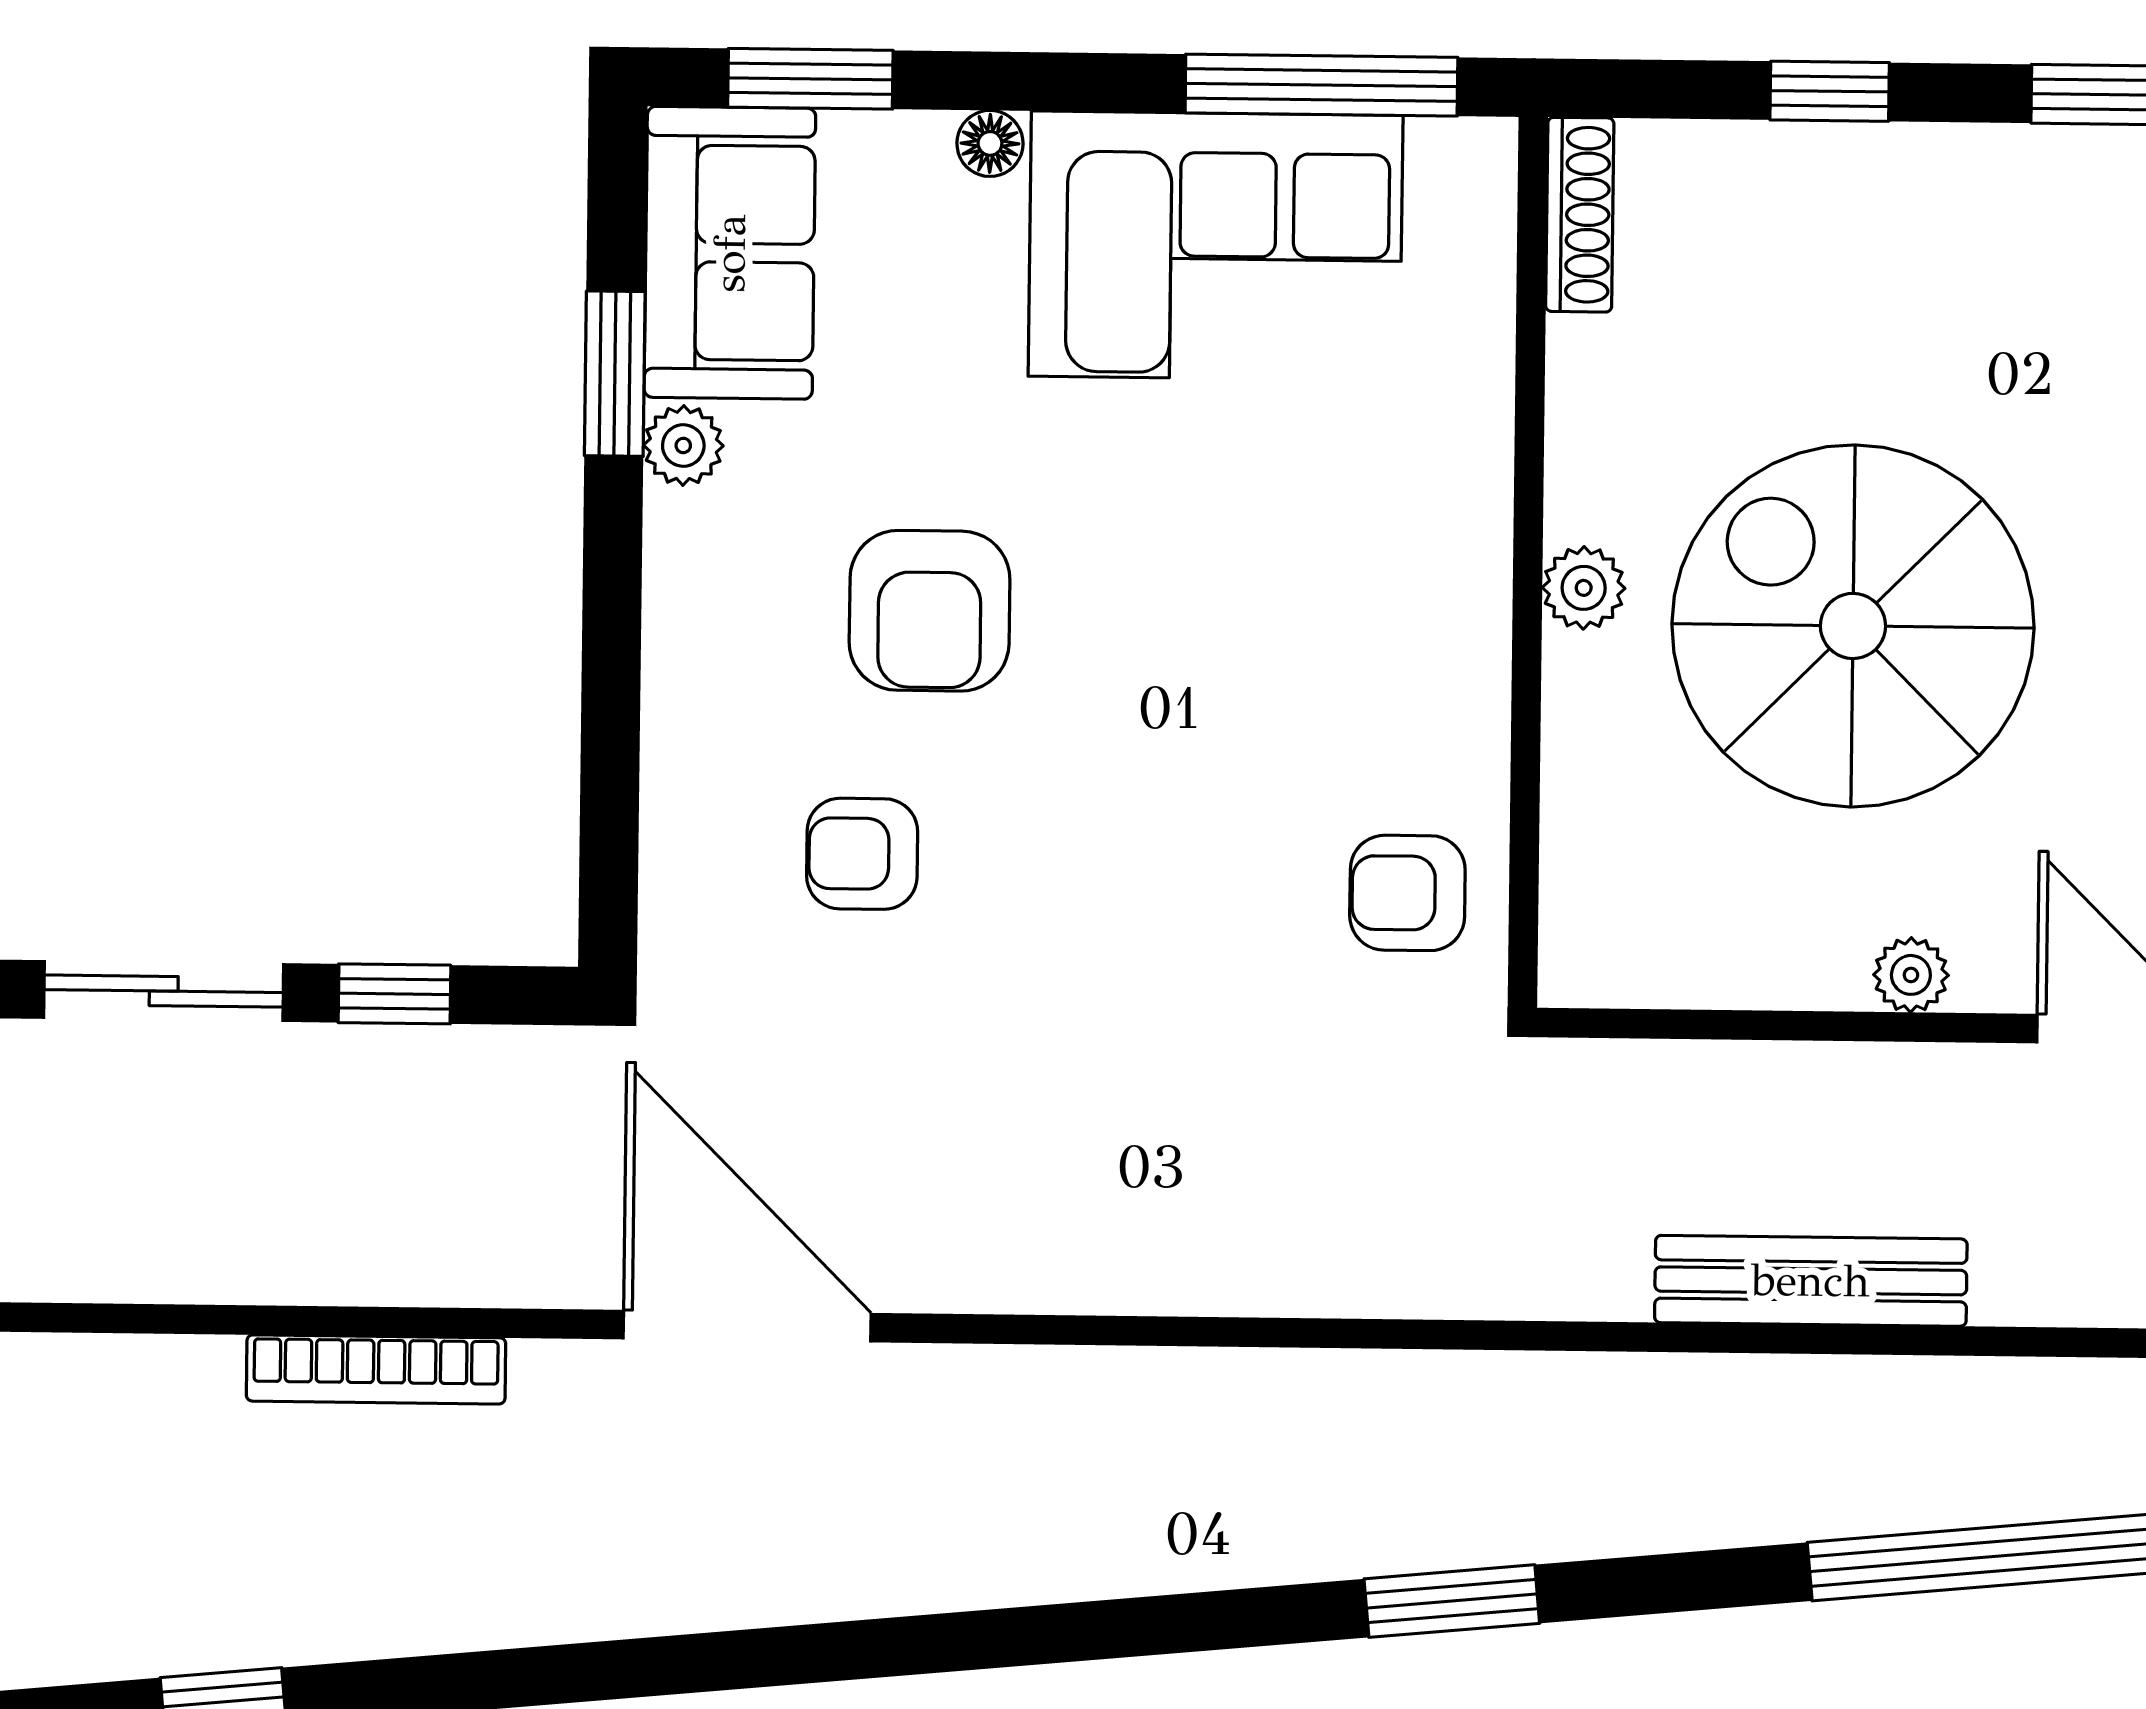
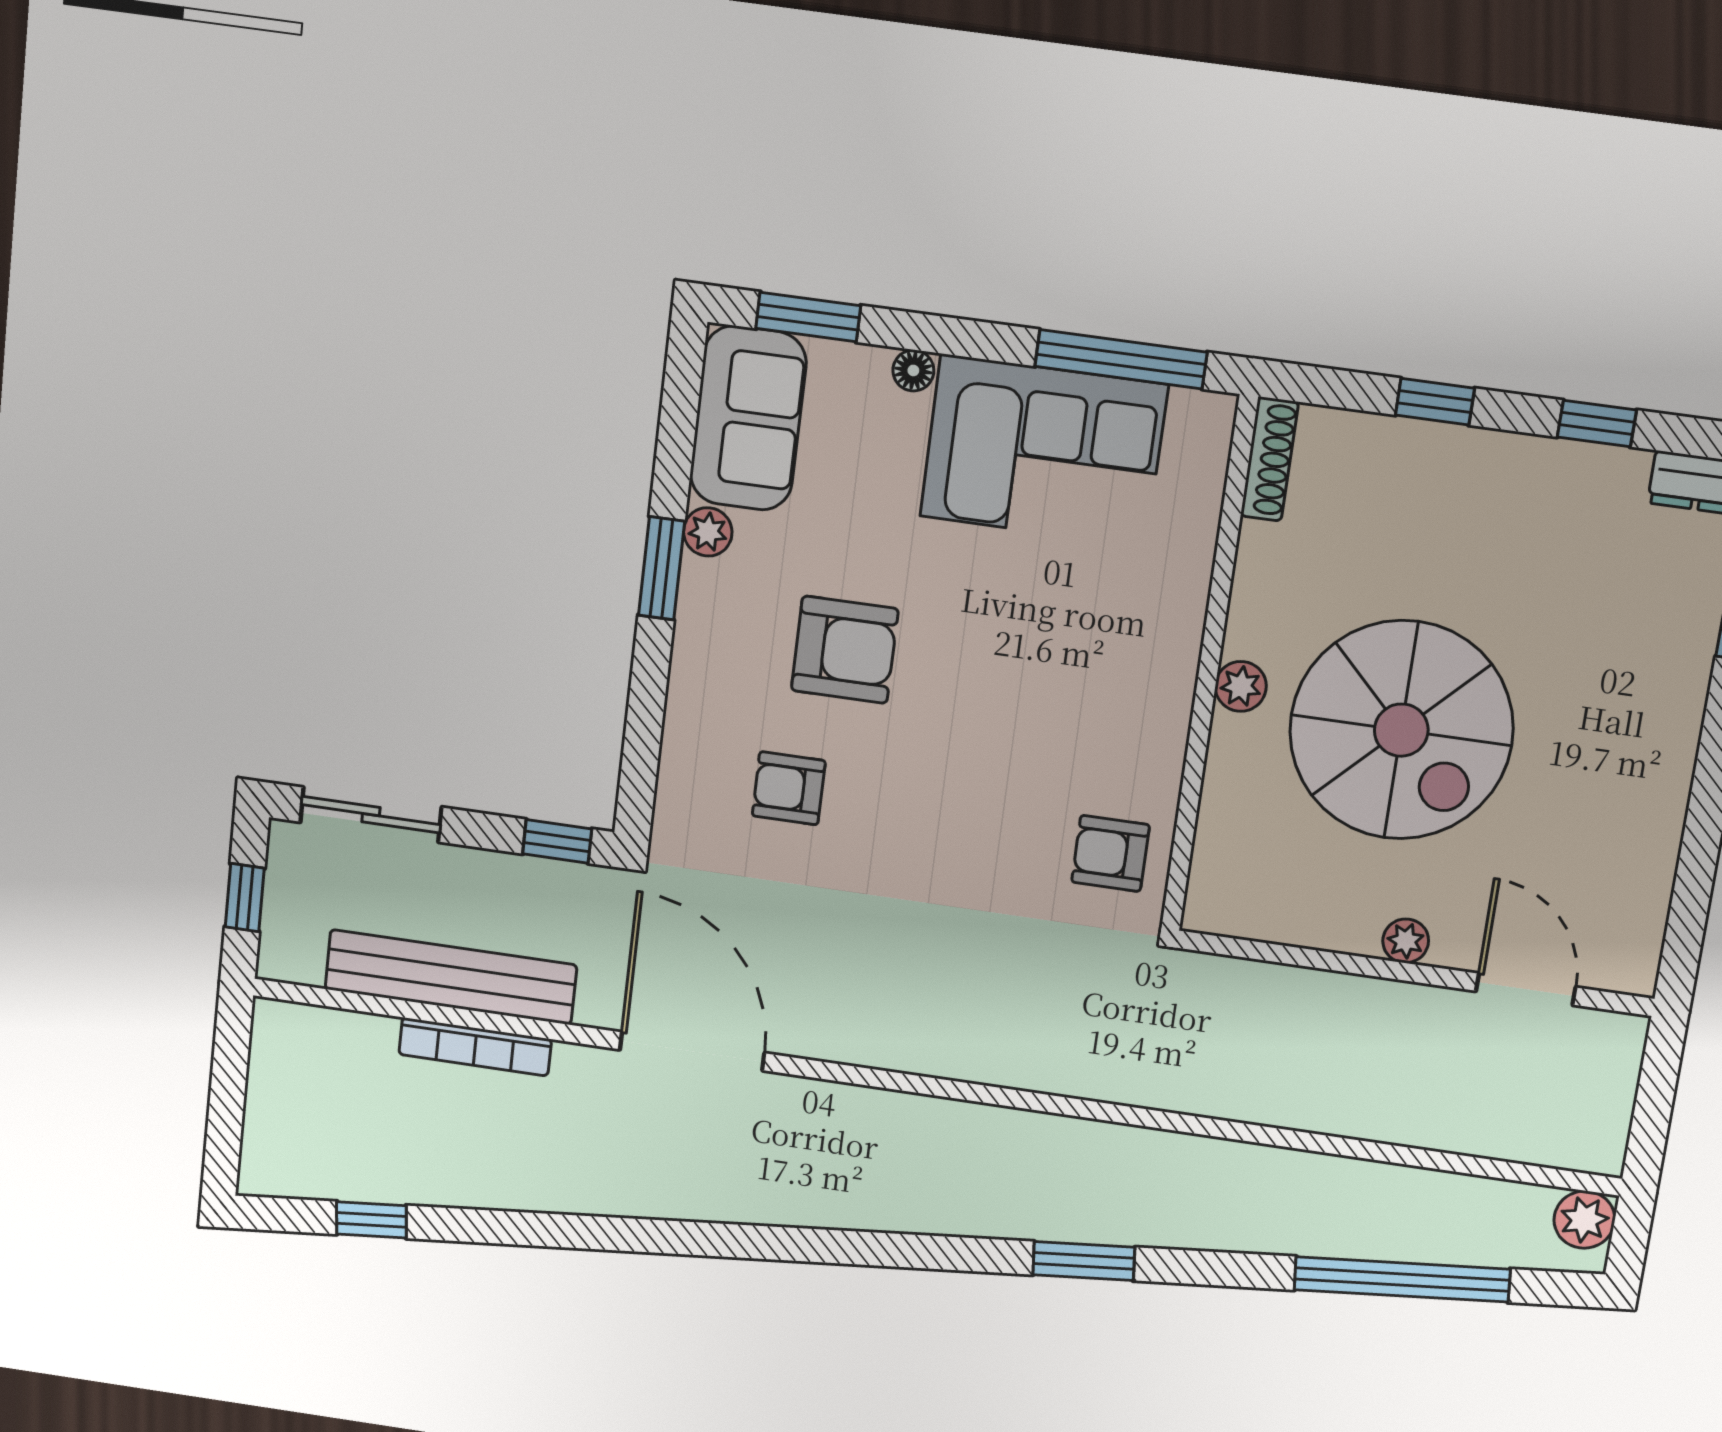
window: (615, 374) -> (662, 568), moved
armchair: (930, 611) -> (845, 650), turned -90
spiral stairs: (1853, 626) -> (1401, 730), turned 180
window: (394, 994) -> (557, 841), moved
bench: (1811, 1281) -> (451, 977), moved, width x1.37, depth x1.21

